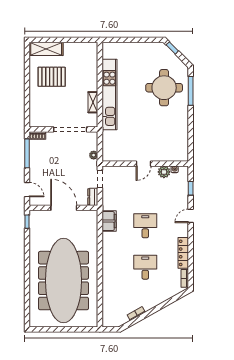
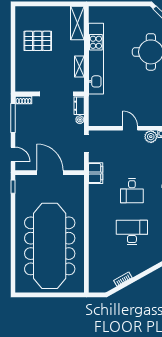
shelving: (46, 49) -> (77, 23), moved, turned 90
door: (144, 164) -> (130, 128), swing flipped
dresser: (93, 197) -> (79, 106), moved
filing cabinet: (109, 221) -> (96, 173), moved
desk: (145, 226) -> (132, 191), turned 180
desk: (145, 267) -> (132, 232), width x1.37

